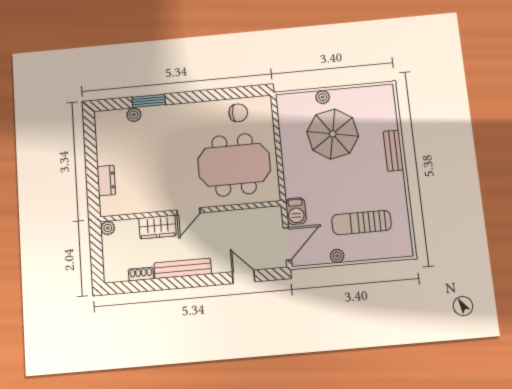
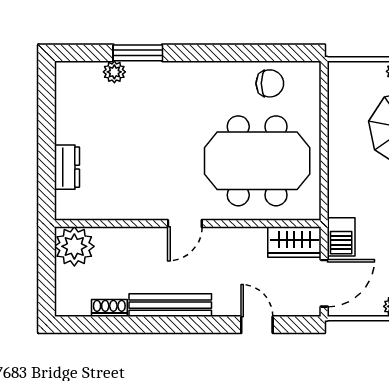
wardrobe: (158, 227) -> (294, 242), moved
plant: (108, 228) -> (74, 246), width x1.87, depth x1.87

